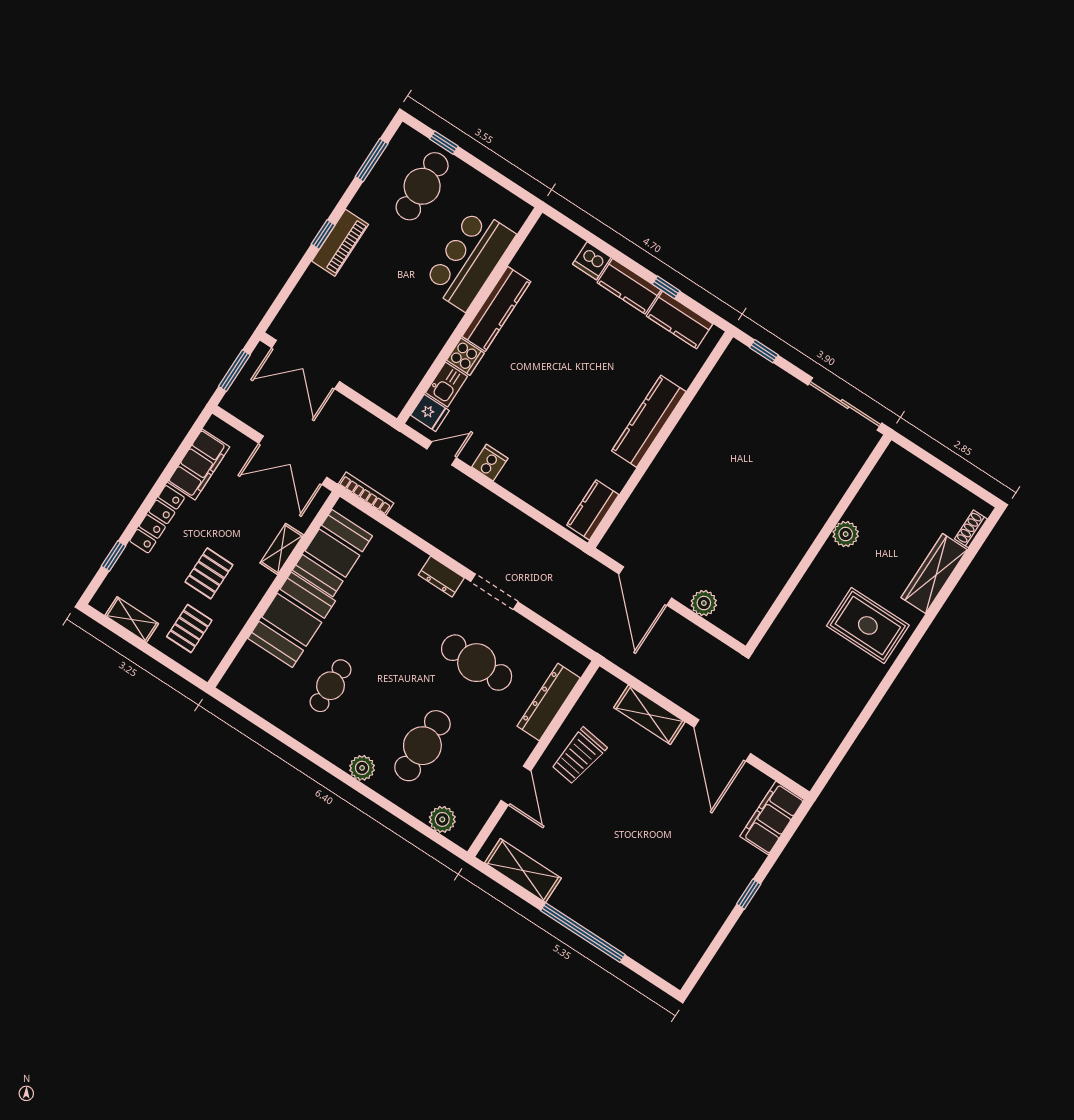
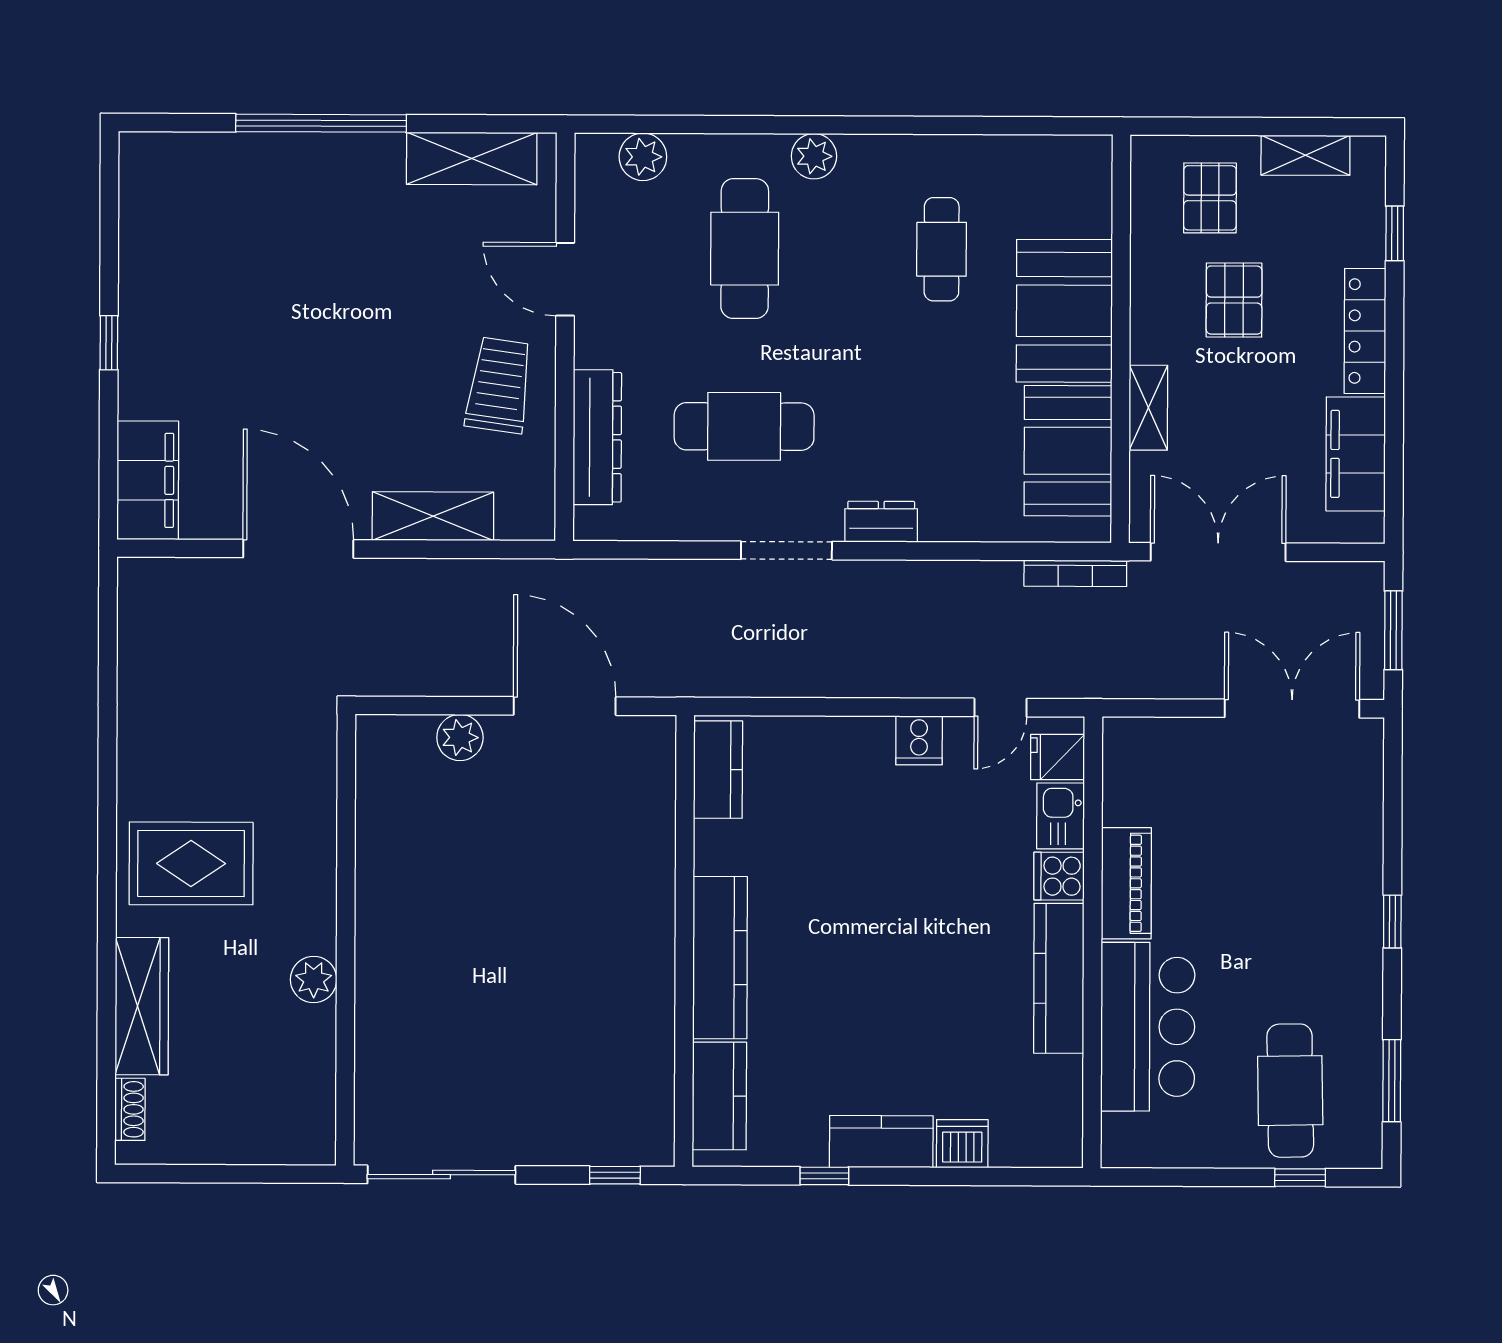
piano: (340, 243) -> (1126, 883), moved, turned 180
kitchen counter: (680, 320) -> (719, 1096), moved, turned 90

